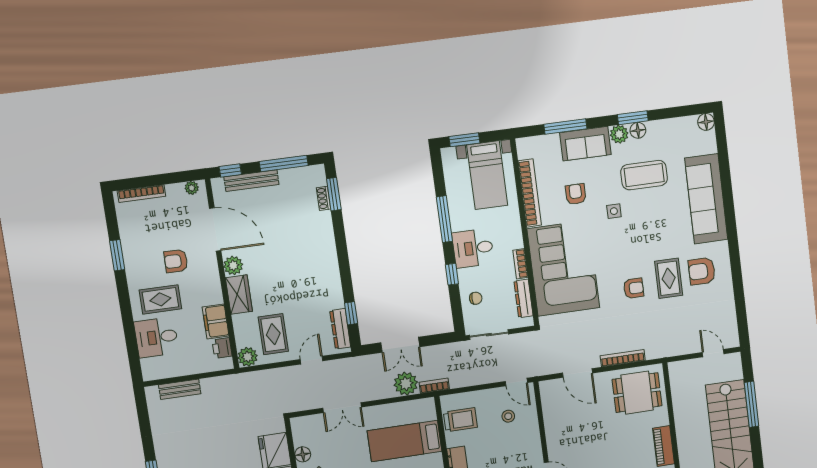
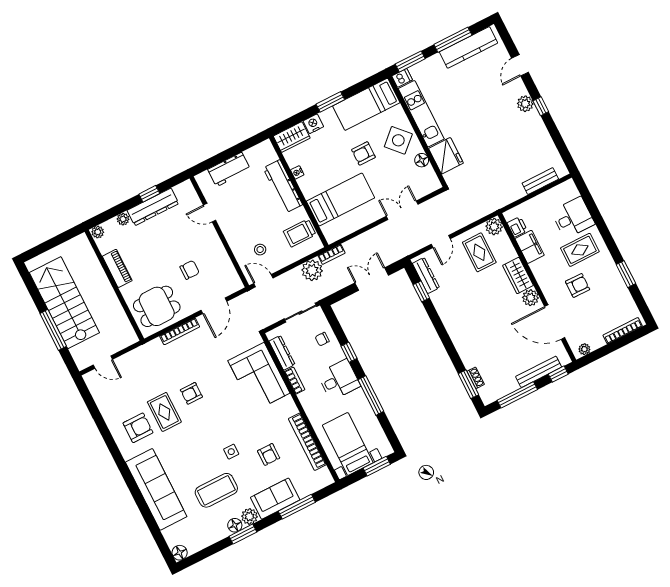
corner sofa: (563, 268) -> (259, 377), width x0.73, depth x0.74
door: (578, 373) -> (214, 306), swing flipped
plant: (406, 384) -> (312, 270), moved
chair: (589, 419) -> (190, 270), added

